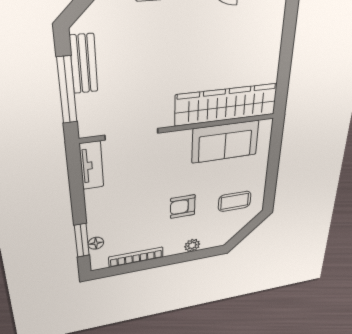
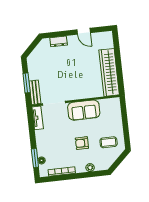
bench: (84, 64) -> (35, 92), moved
window: (67, 90) -> (27, 83), width x0.69
wardrobe: (227, 105) -> (109, 72), moved, turned -90
sofa: (225, 142) -> (84, 110), moved

